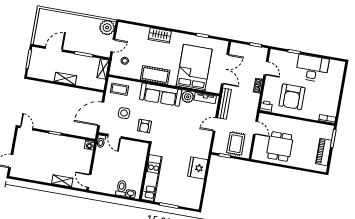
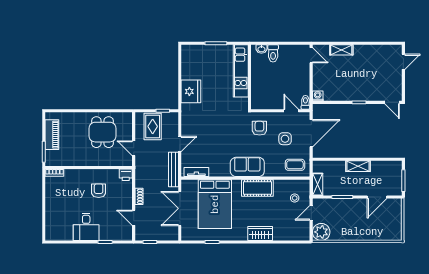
desk: (312, 68) -> (86, 227), width x0.73
sofa: (161, 95) -> (247, 167), width x0.73
plant: (188, 97) -> (216, 170), removed
armchair: (292, 97) -> (99, 191), width x0.53, depth x0.53

